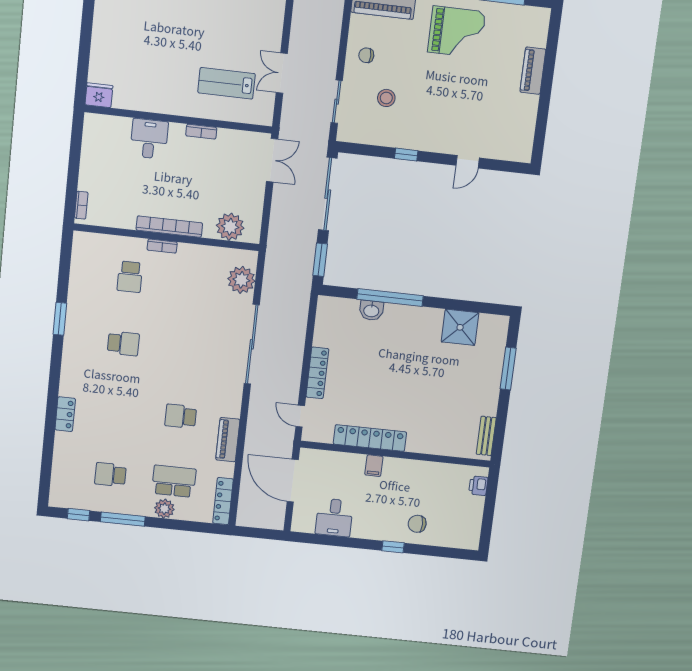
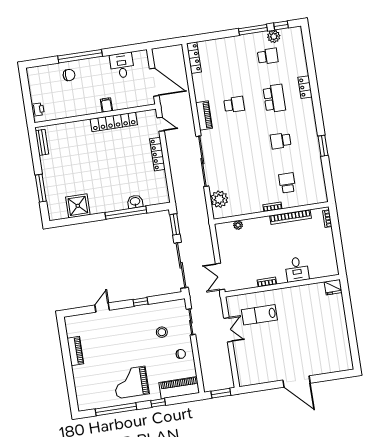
piano: (533, 71) -> (75, 351), moved
lab bench: (227, 83) -> (259, 315), turned 180
bookcase: (169, 227) -> (290, 217), moved
plant: (230, 227) -> (238, 225), width x0.53, depth x0.53
piano: (228, 440) -> (204, 115), moved
school desk: (174, 481) -> (274, 98), moved, turned -90
plant: (164, 509) -> (274, 36), moved
window: (393, 547) -> (80, 56), width x3.17

